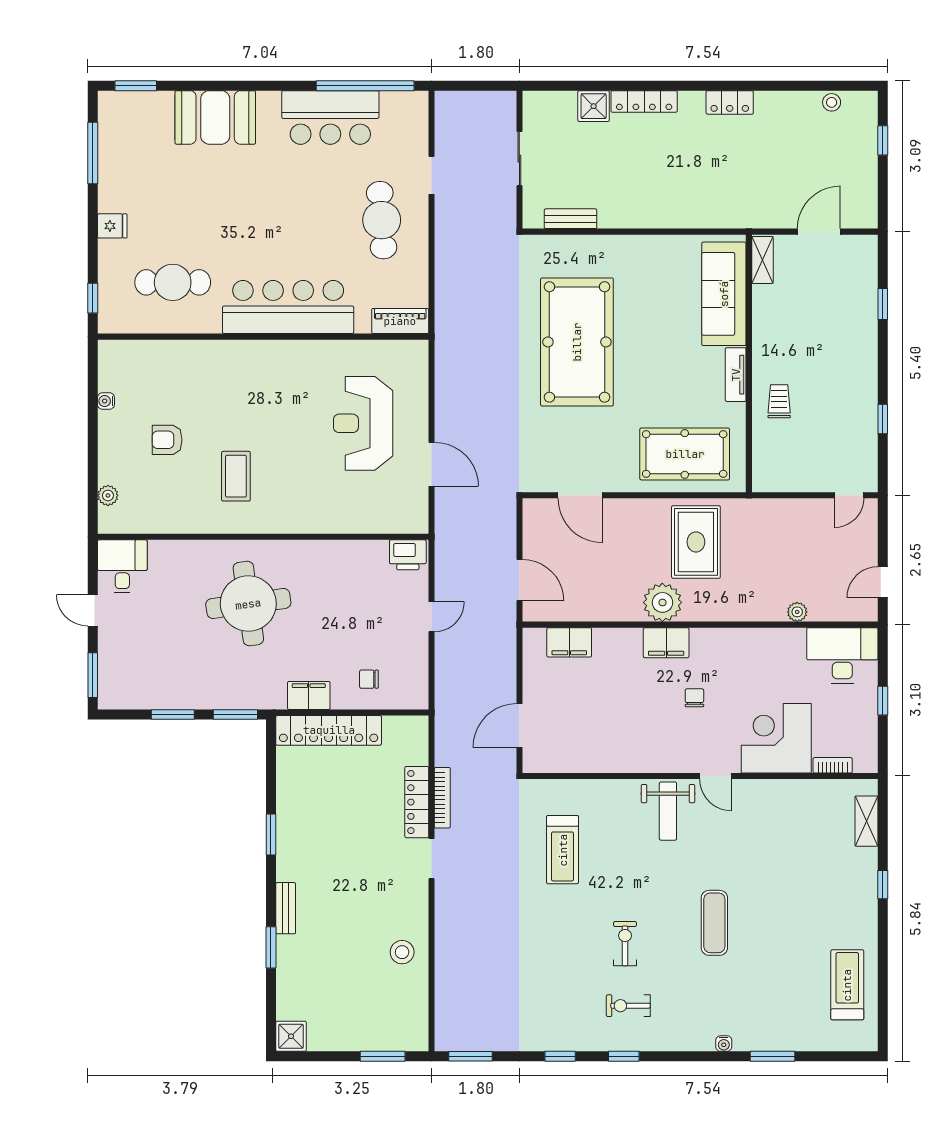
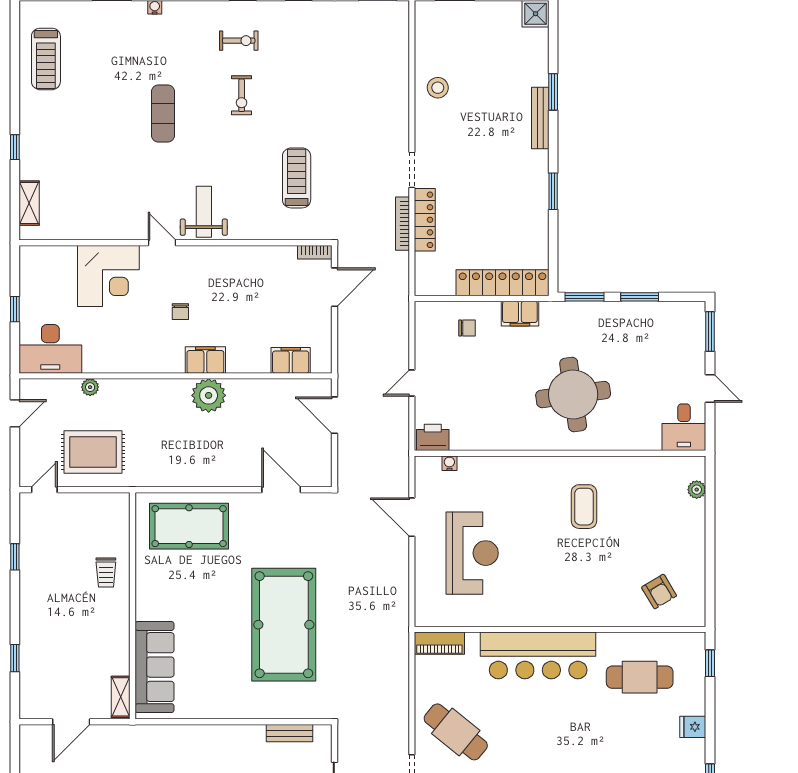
cafe table: (382, 220) -> (456, 732), turned -47
tv unit: (736, 375) -> (144, 596), removed
water cooler: (106, 401) -> (449, 463), moved, turned -90
armchair: (167, 440) -> (659, 592), moved, turned 59
rug: (696, 542) -> (93, 452), moved, turned 90
bookcase: (833, 765) -> (315, 252), moved
bench: (286, 908) -> (540, 118), width x1.36

